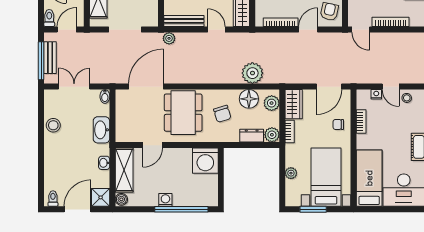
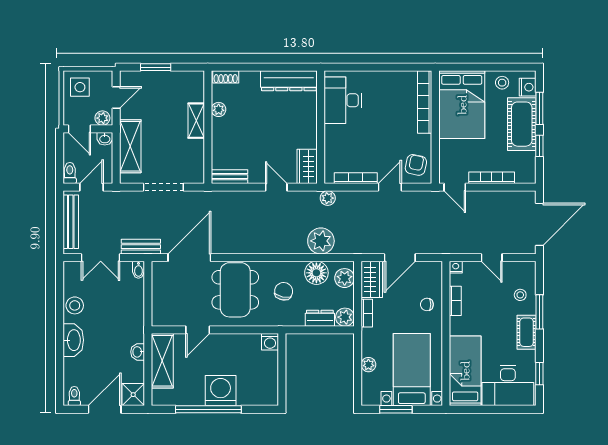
bench: (184, 21) -> (229, 177), width x0.73
plant: (169, 38) -> (328, 198), moved
bench: (50, 58) -> (71, 222), width x1.36
window: (41, 61) -> (60, 226), removed
bench: (107, 78) -> (141, 247), added
double door: (74, 87) -> (101, 258), swing flipped
door: (329, 87) -> (400, 258), moved
nightstand: (376, 94) -> (456, 267), moved
stool: (407, 98) -> (520, 295), moved
chair: (222, 114) -> (284, 291), turned -151
washbasin: (101, 130) -> (73, 340), moved, turned 180
washing machine: (205, 161) -> (270, 342), width x0.53, depth x0.53
boiler: (121, 199) -> (159, 397), removed
washing machine: (165, 200) -> (221, 391), width x1.89, depth x1.89
window: (181, 209) -> (208, 409), moved

